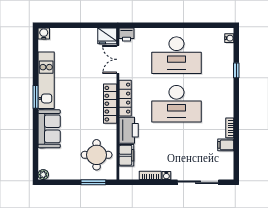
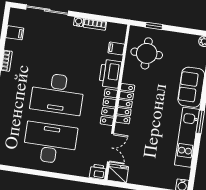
desk: (176, 104) -> (57, 94), turned 180
filing cabinet: (226, 145) -> (15, 33), moved
filing cabinet: (126, 155) -> (116, 48), width x0.50
window: (93, 182) -> (154, 26), width x0.67

